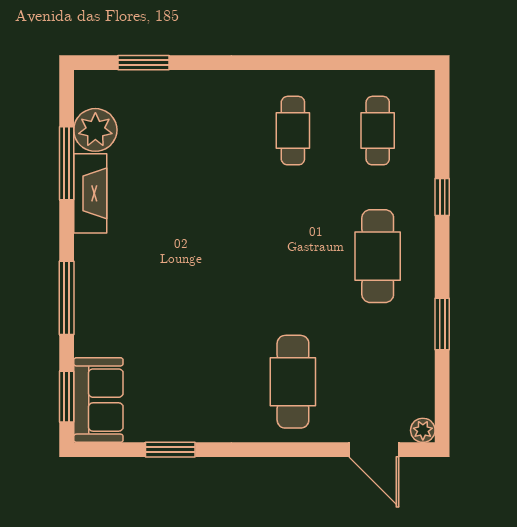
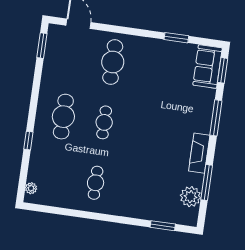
cafe table: (378, 131) -> (104, 122), moved
fireplace: (90, 193) -> (199, 153), moved
window: (442, 324) -> (42, 46), moved
plant: (423, 430) -> (31, 188), moved

